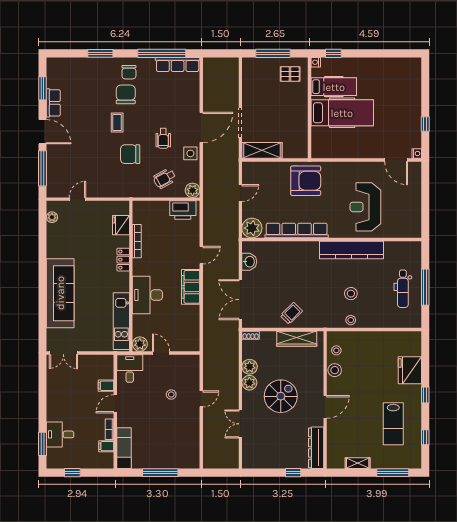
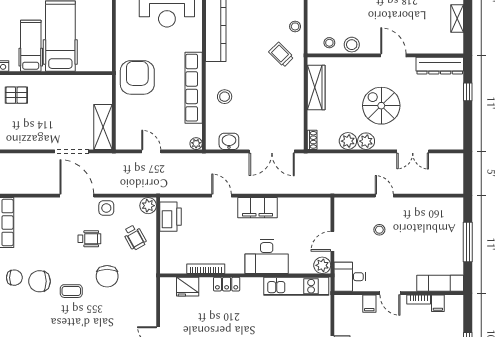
pallet: (290, 74) -> (16, 95), turned 90
plant: (252, 228) -> (196, 144), width x0.53, depth x0.53
stool: (351, 294) -> (225, 97), moved
trolley: (291, 313) -> (281, 55), moved

